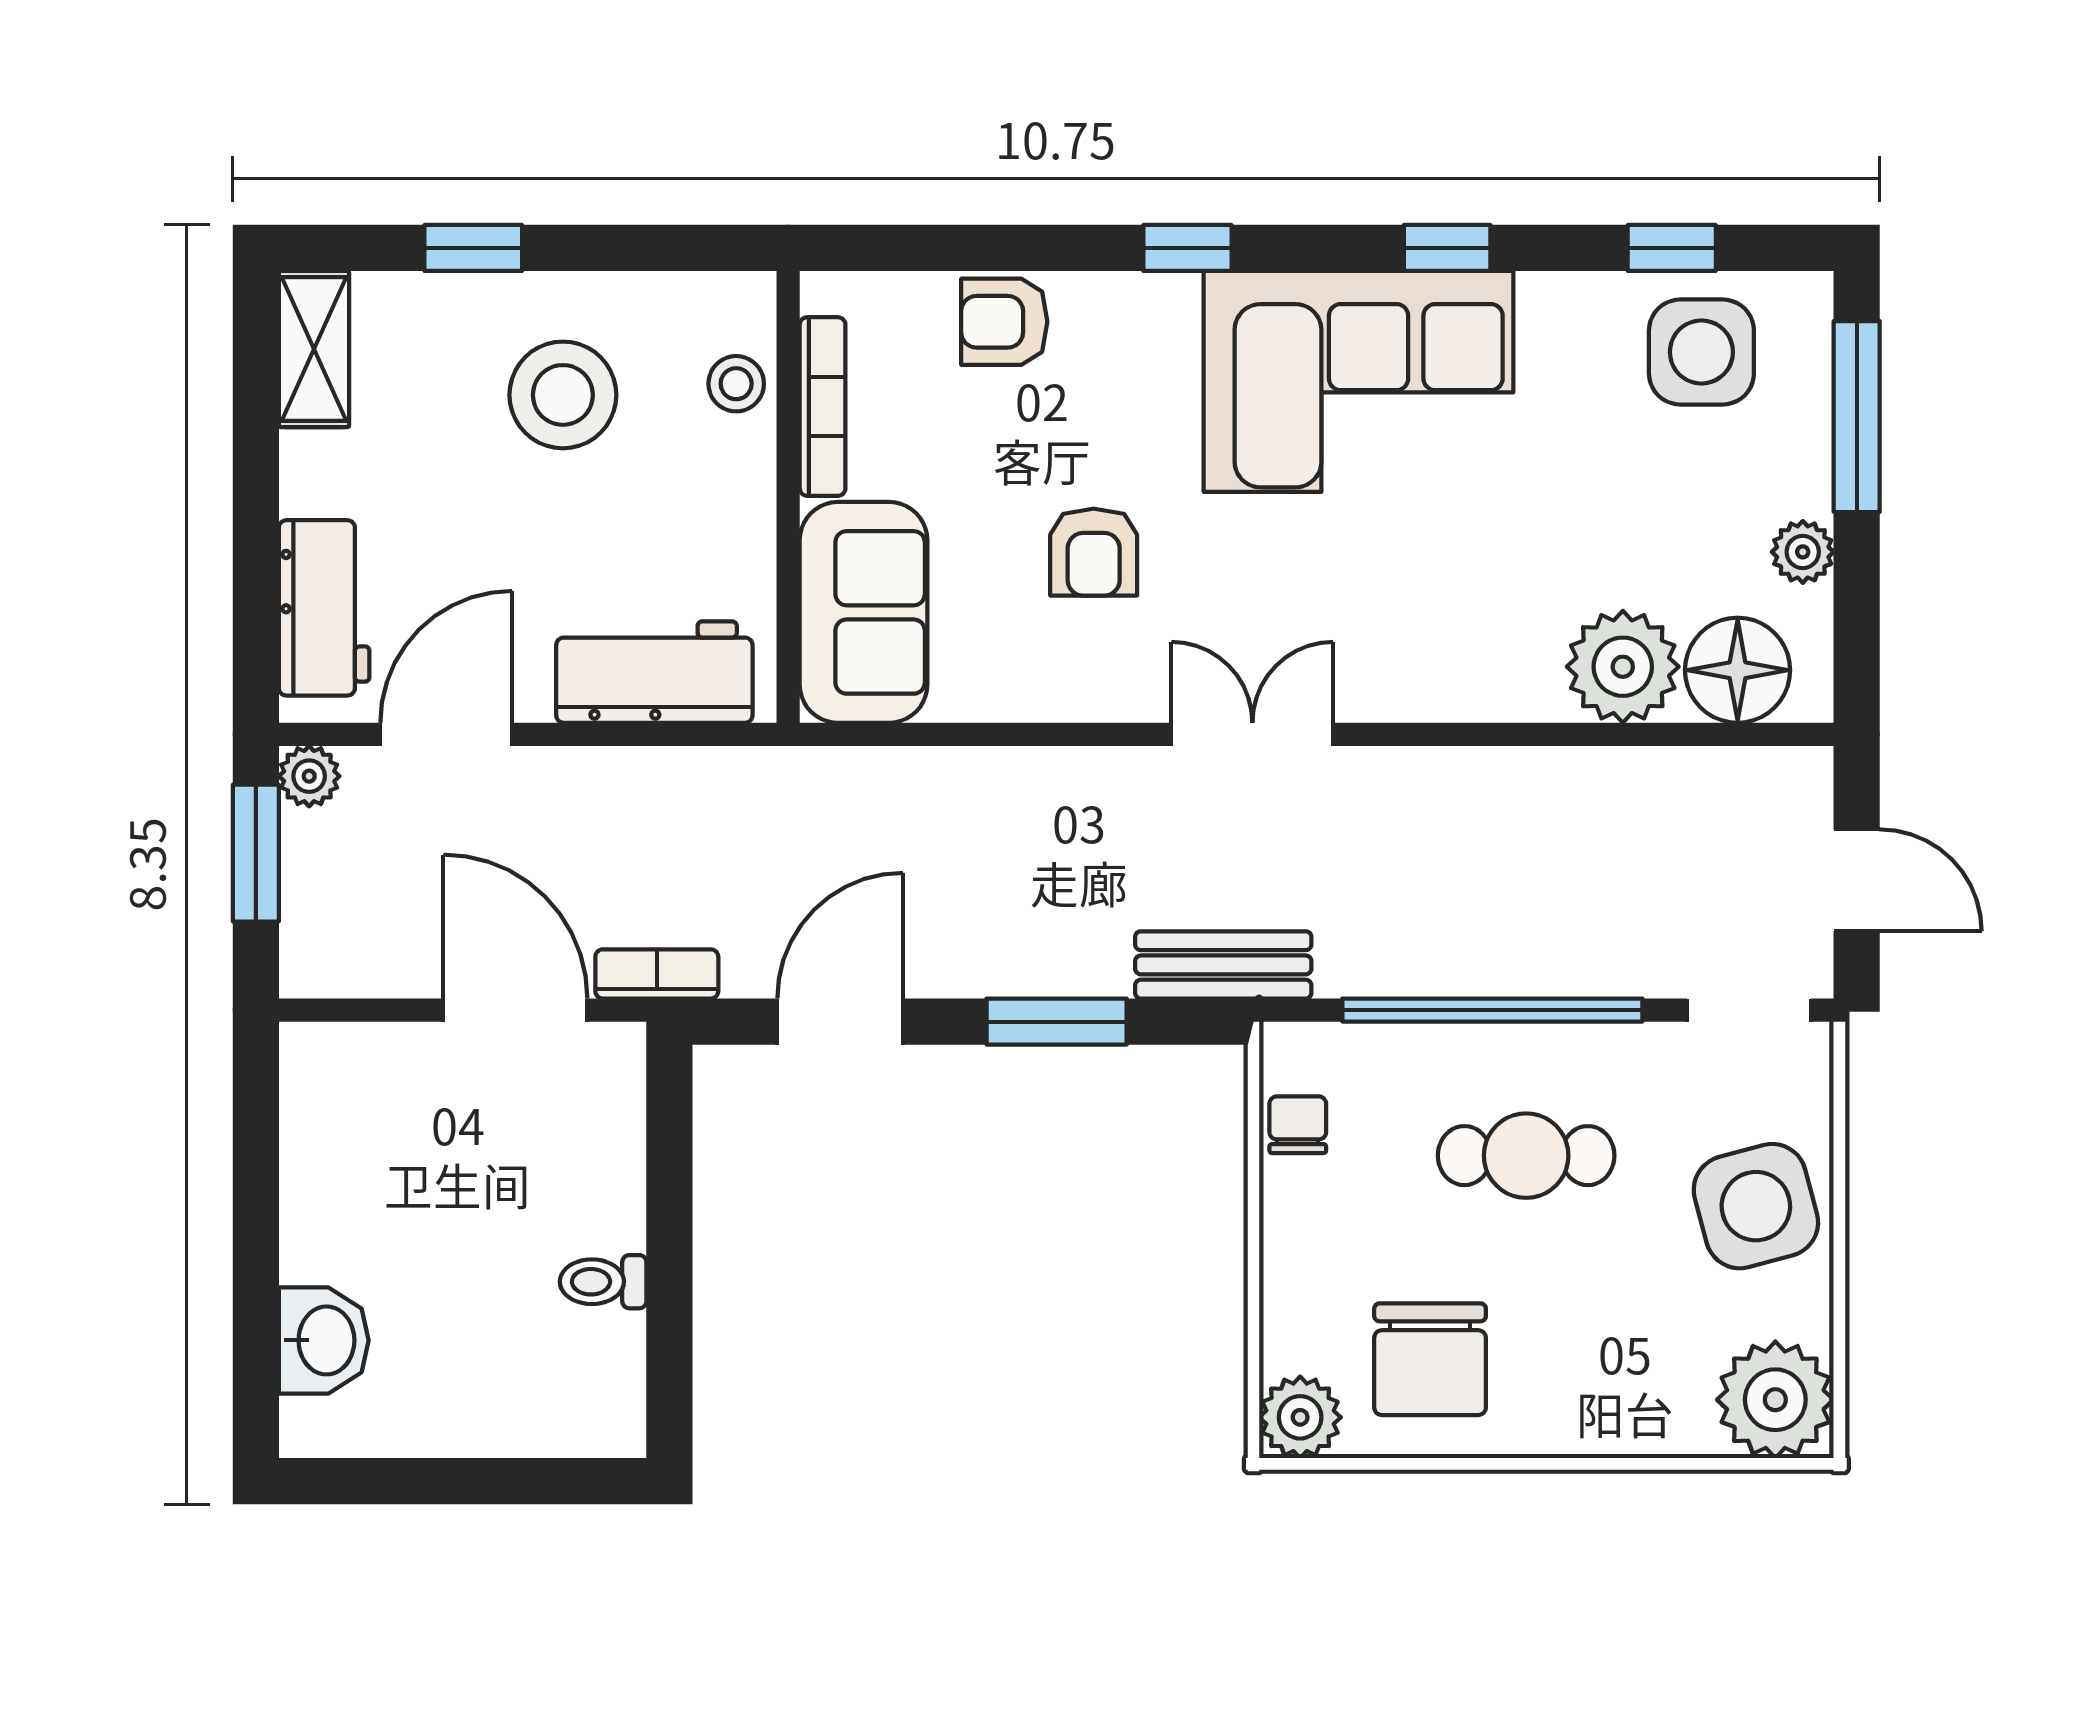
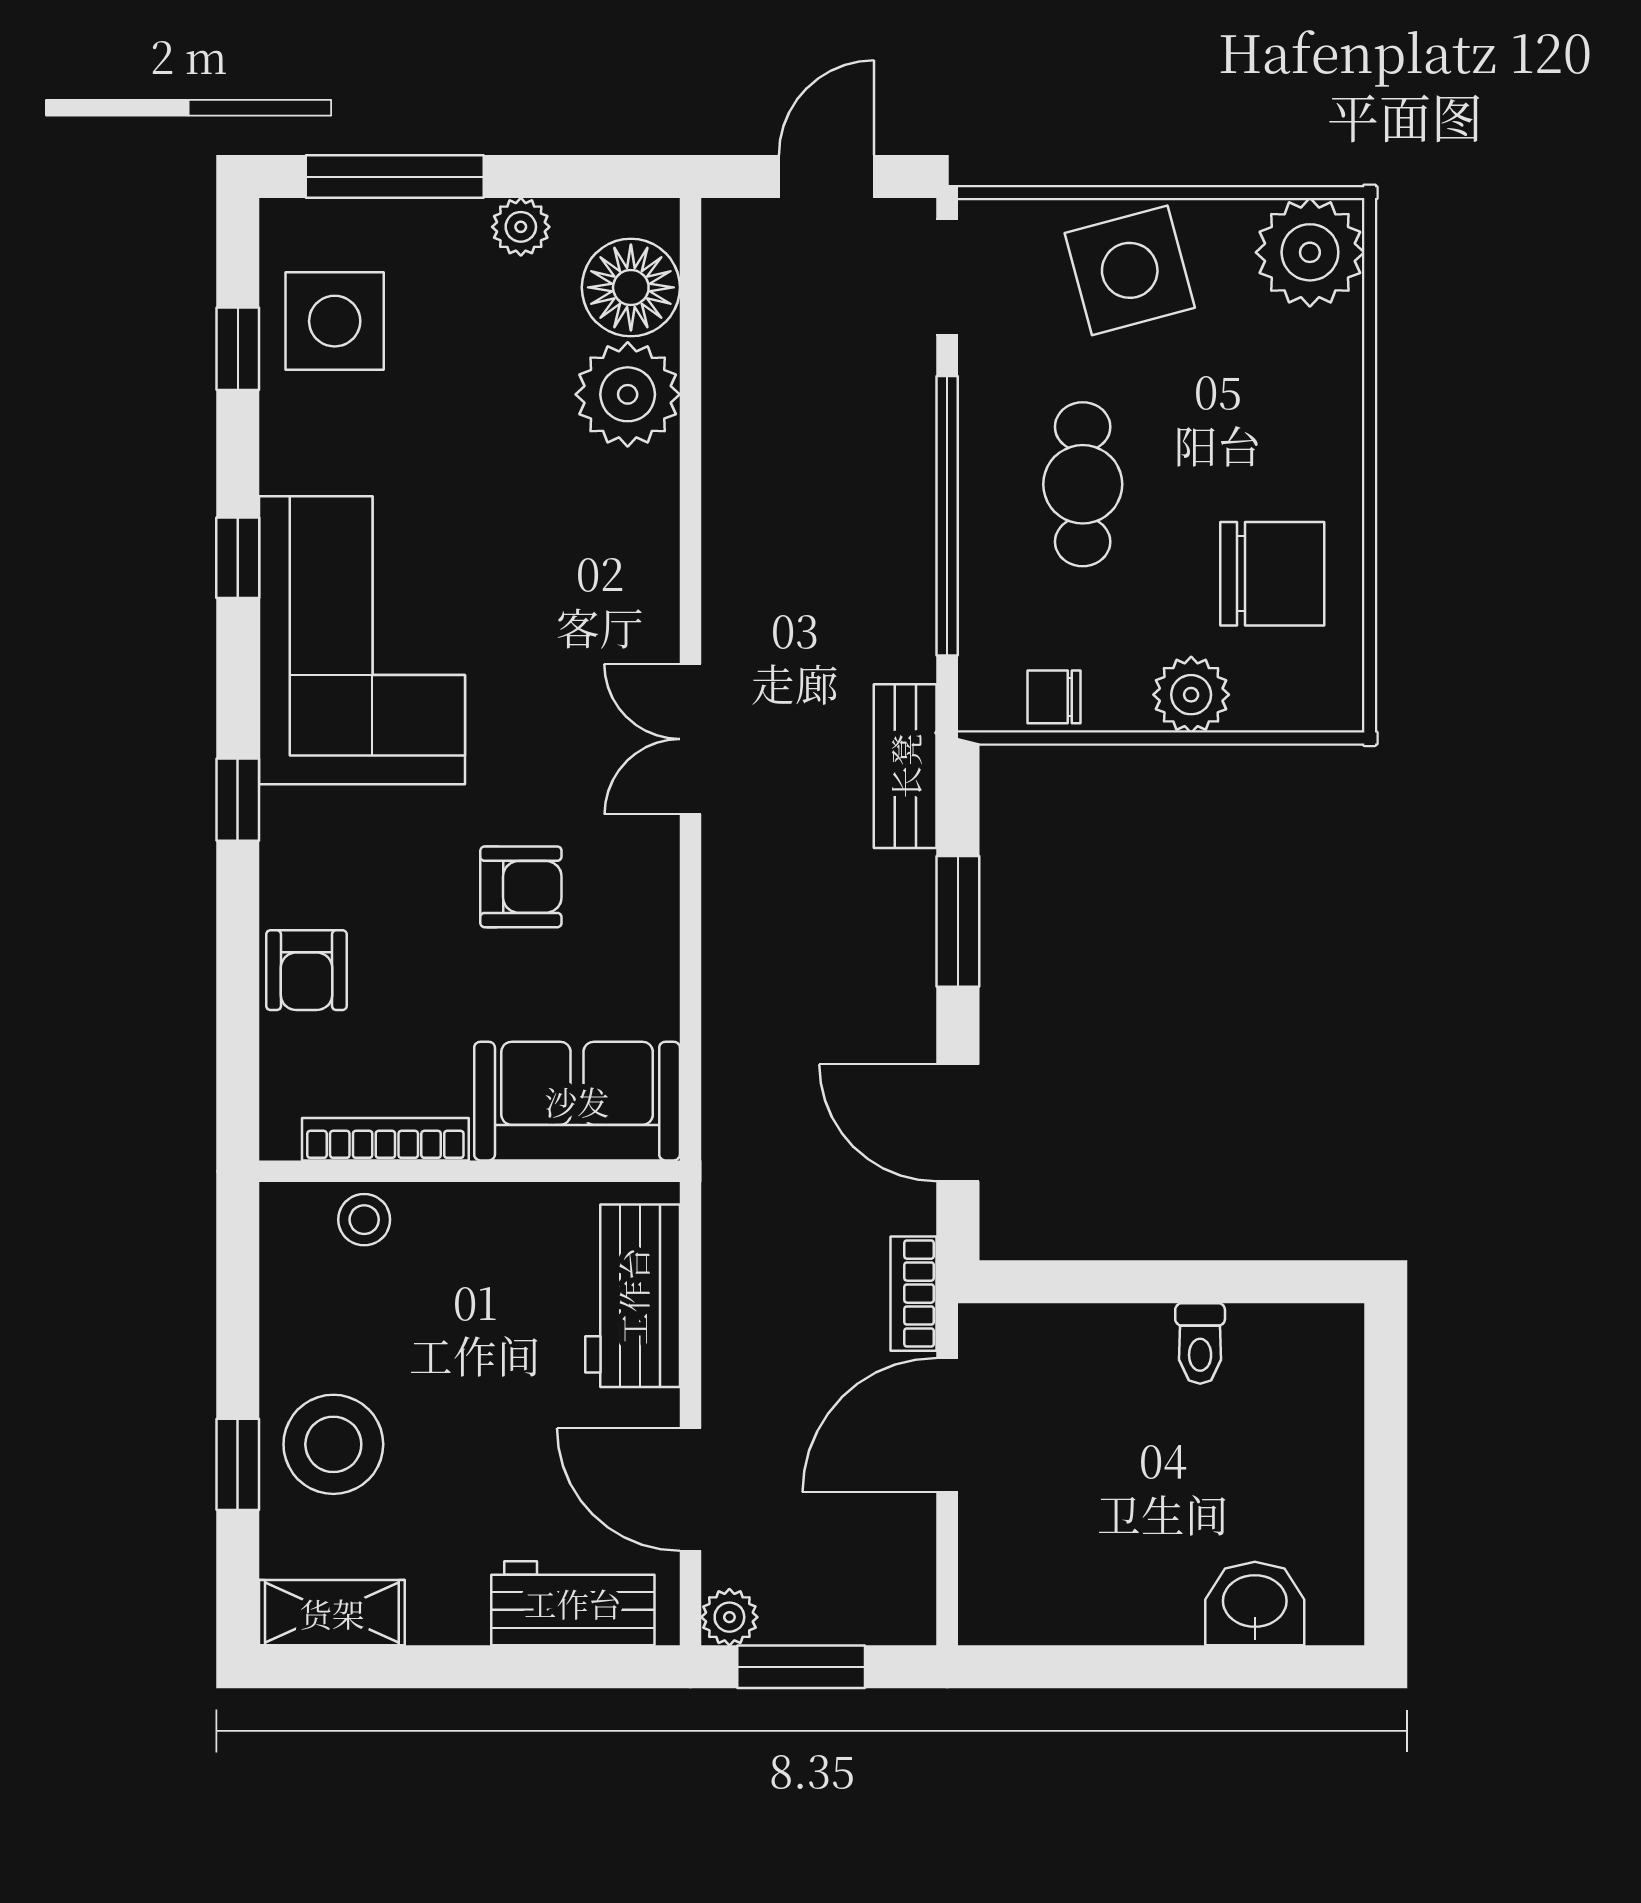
stool: (563, 395) -> (333, 1444), moved
plant: (1300, 1417) -> (1191, 695), moved

